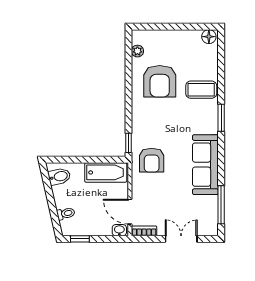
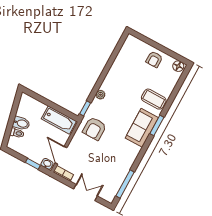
plant: (137, 51) -> (100, 95), moved
armchair: (160, 81) -> (154, 59), moved, width x0.53, depth x0.53
sofa: (205, 165) -> (142, 128), moved, width x0.73
bidet: (59, 176) -> (21, 123), moved
window: (80, 239) -> (33, 164), moved

